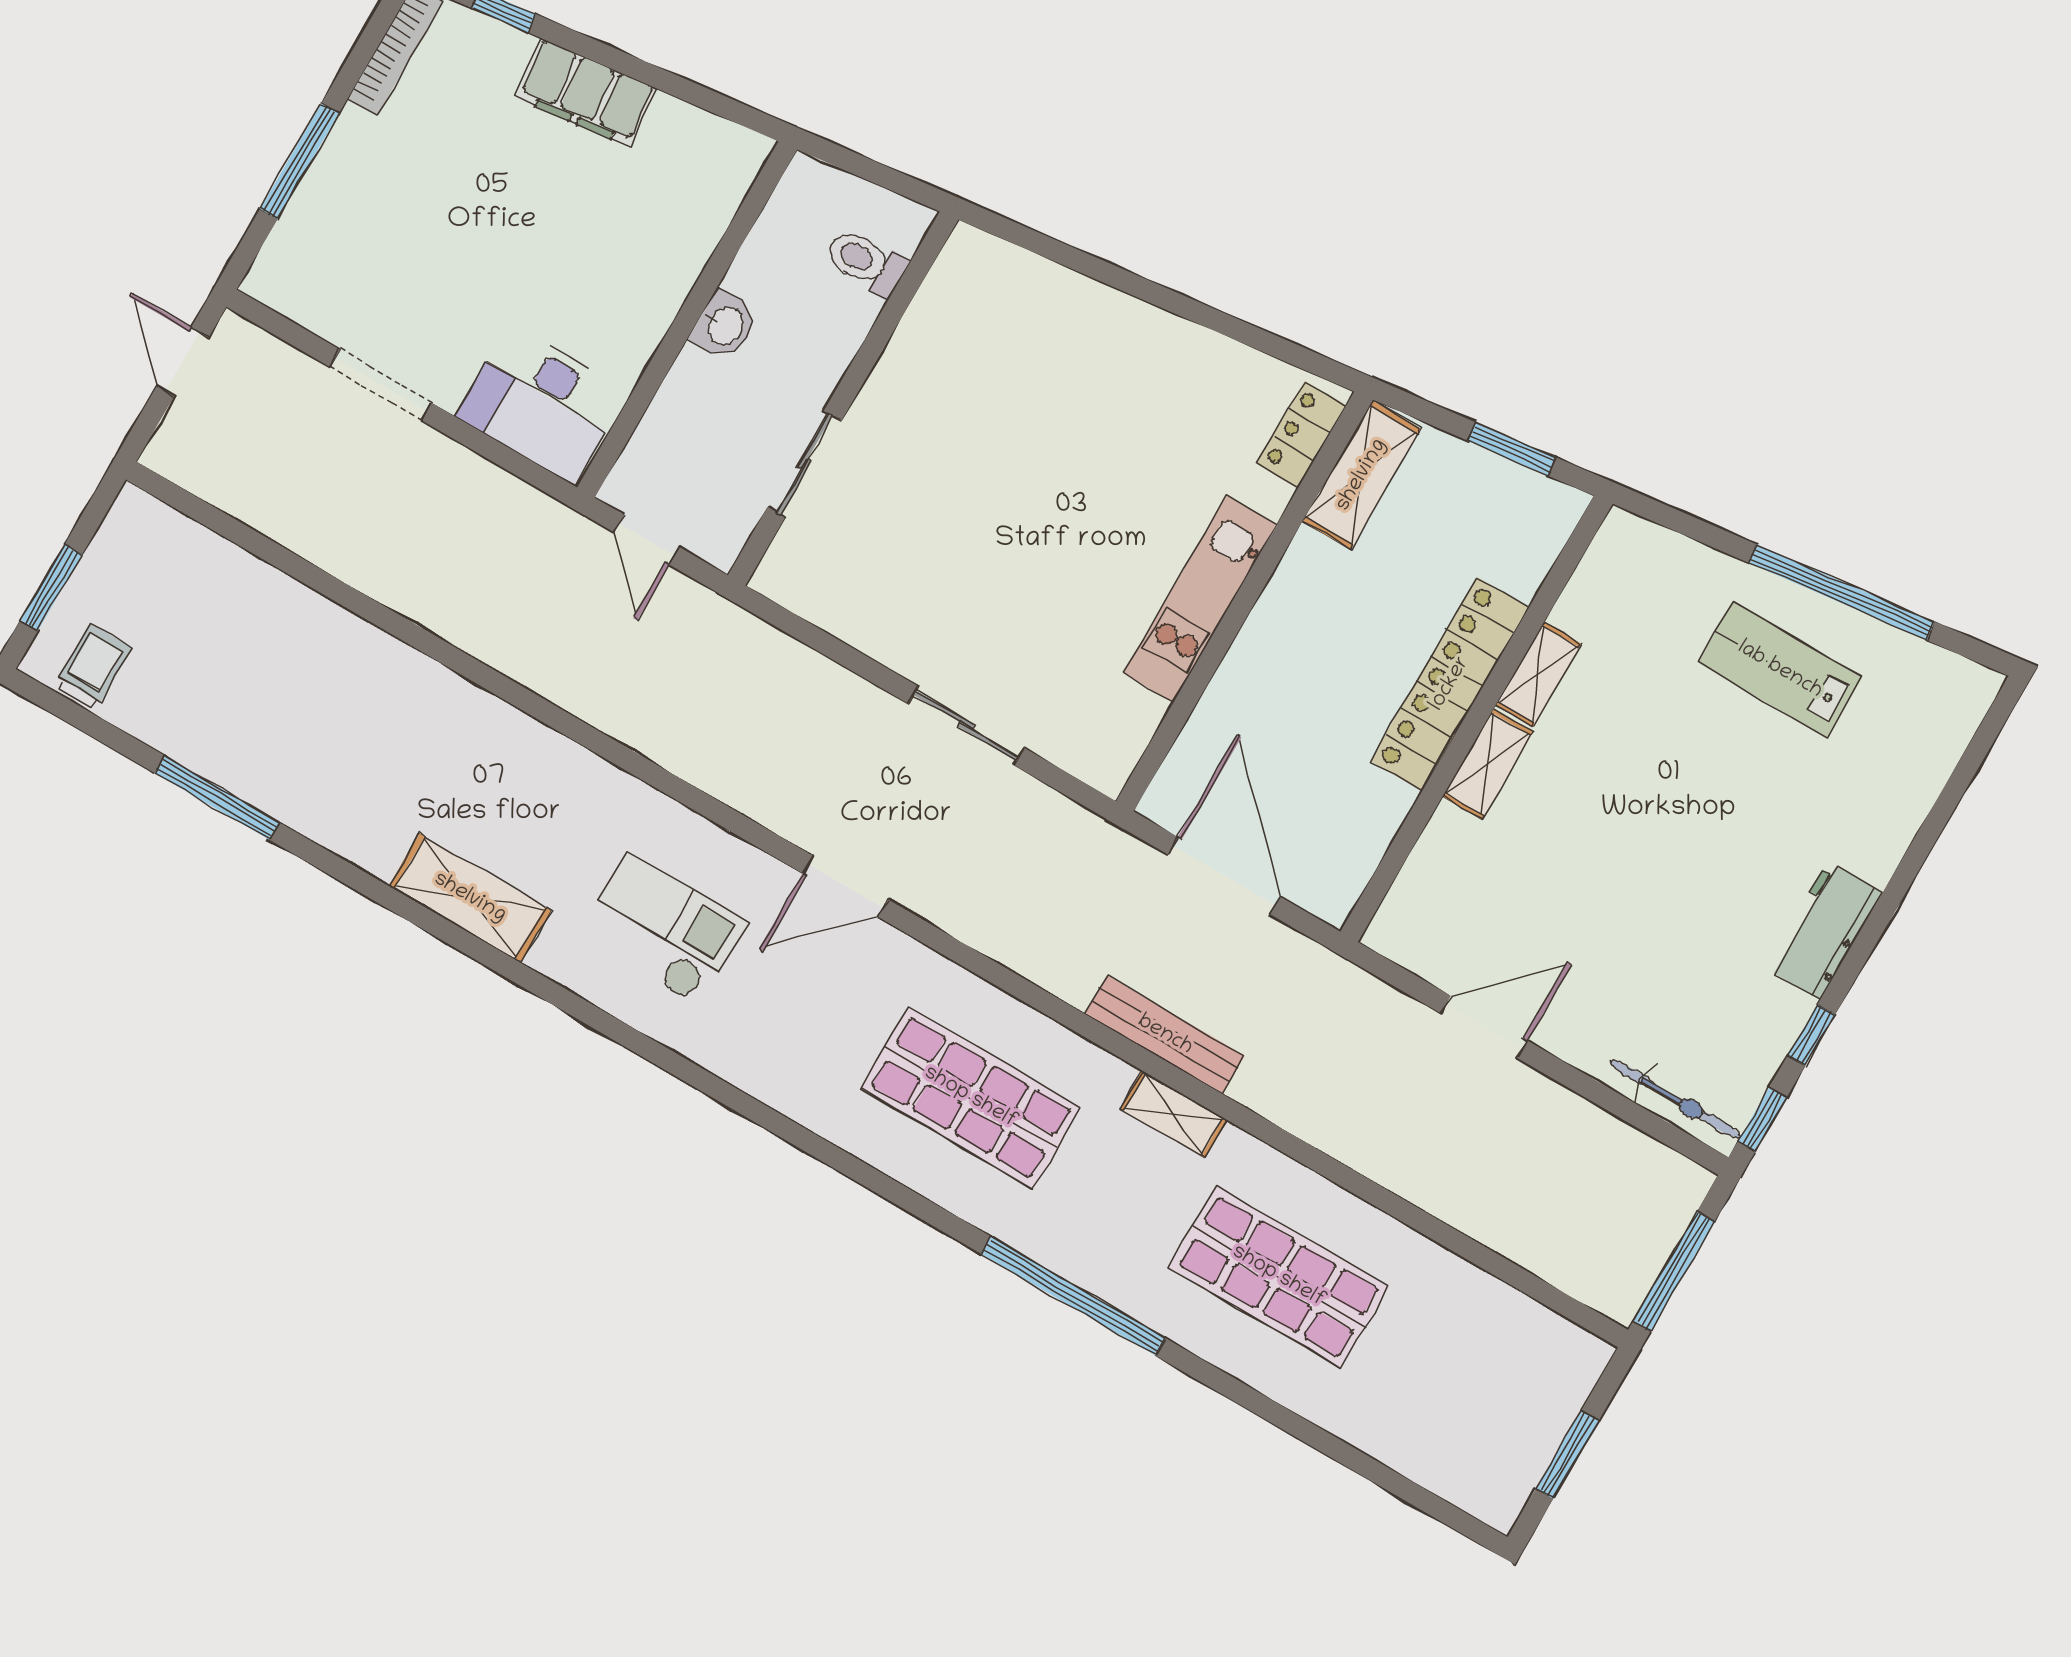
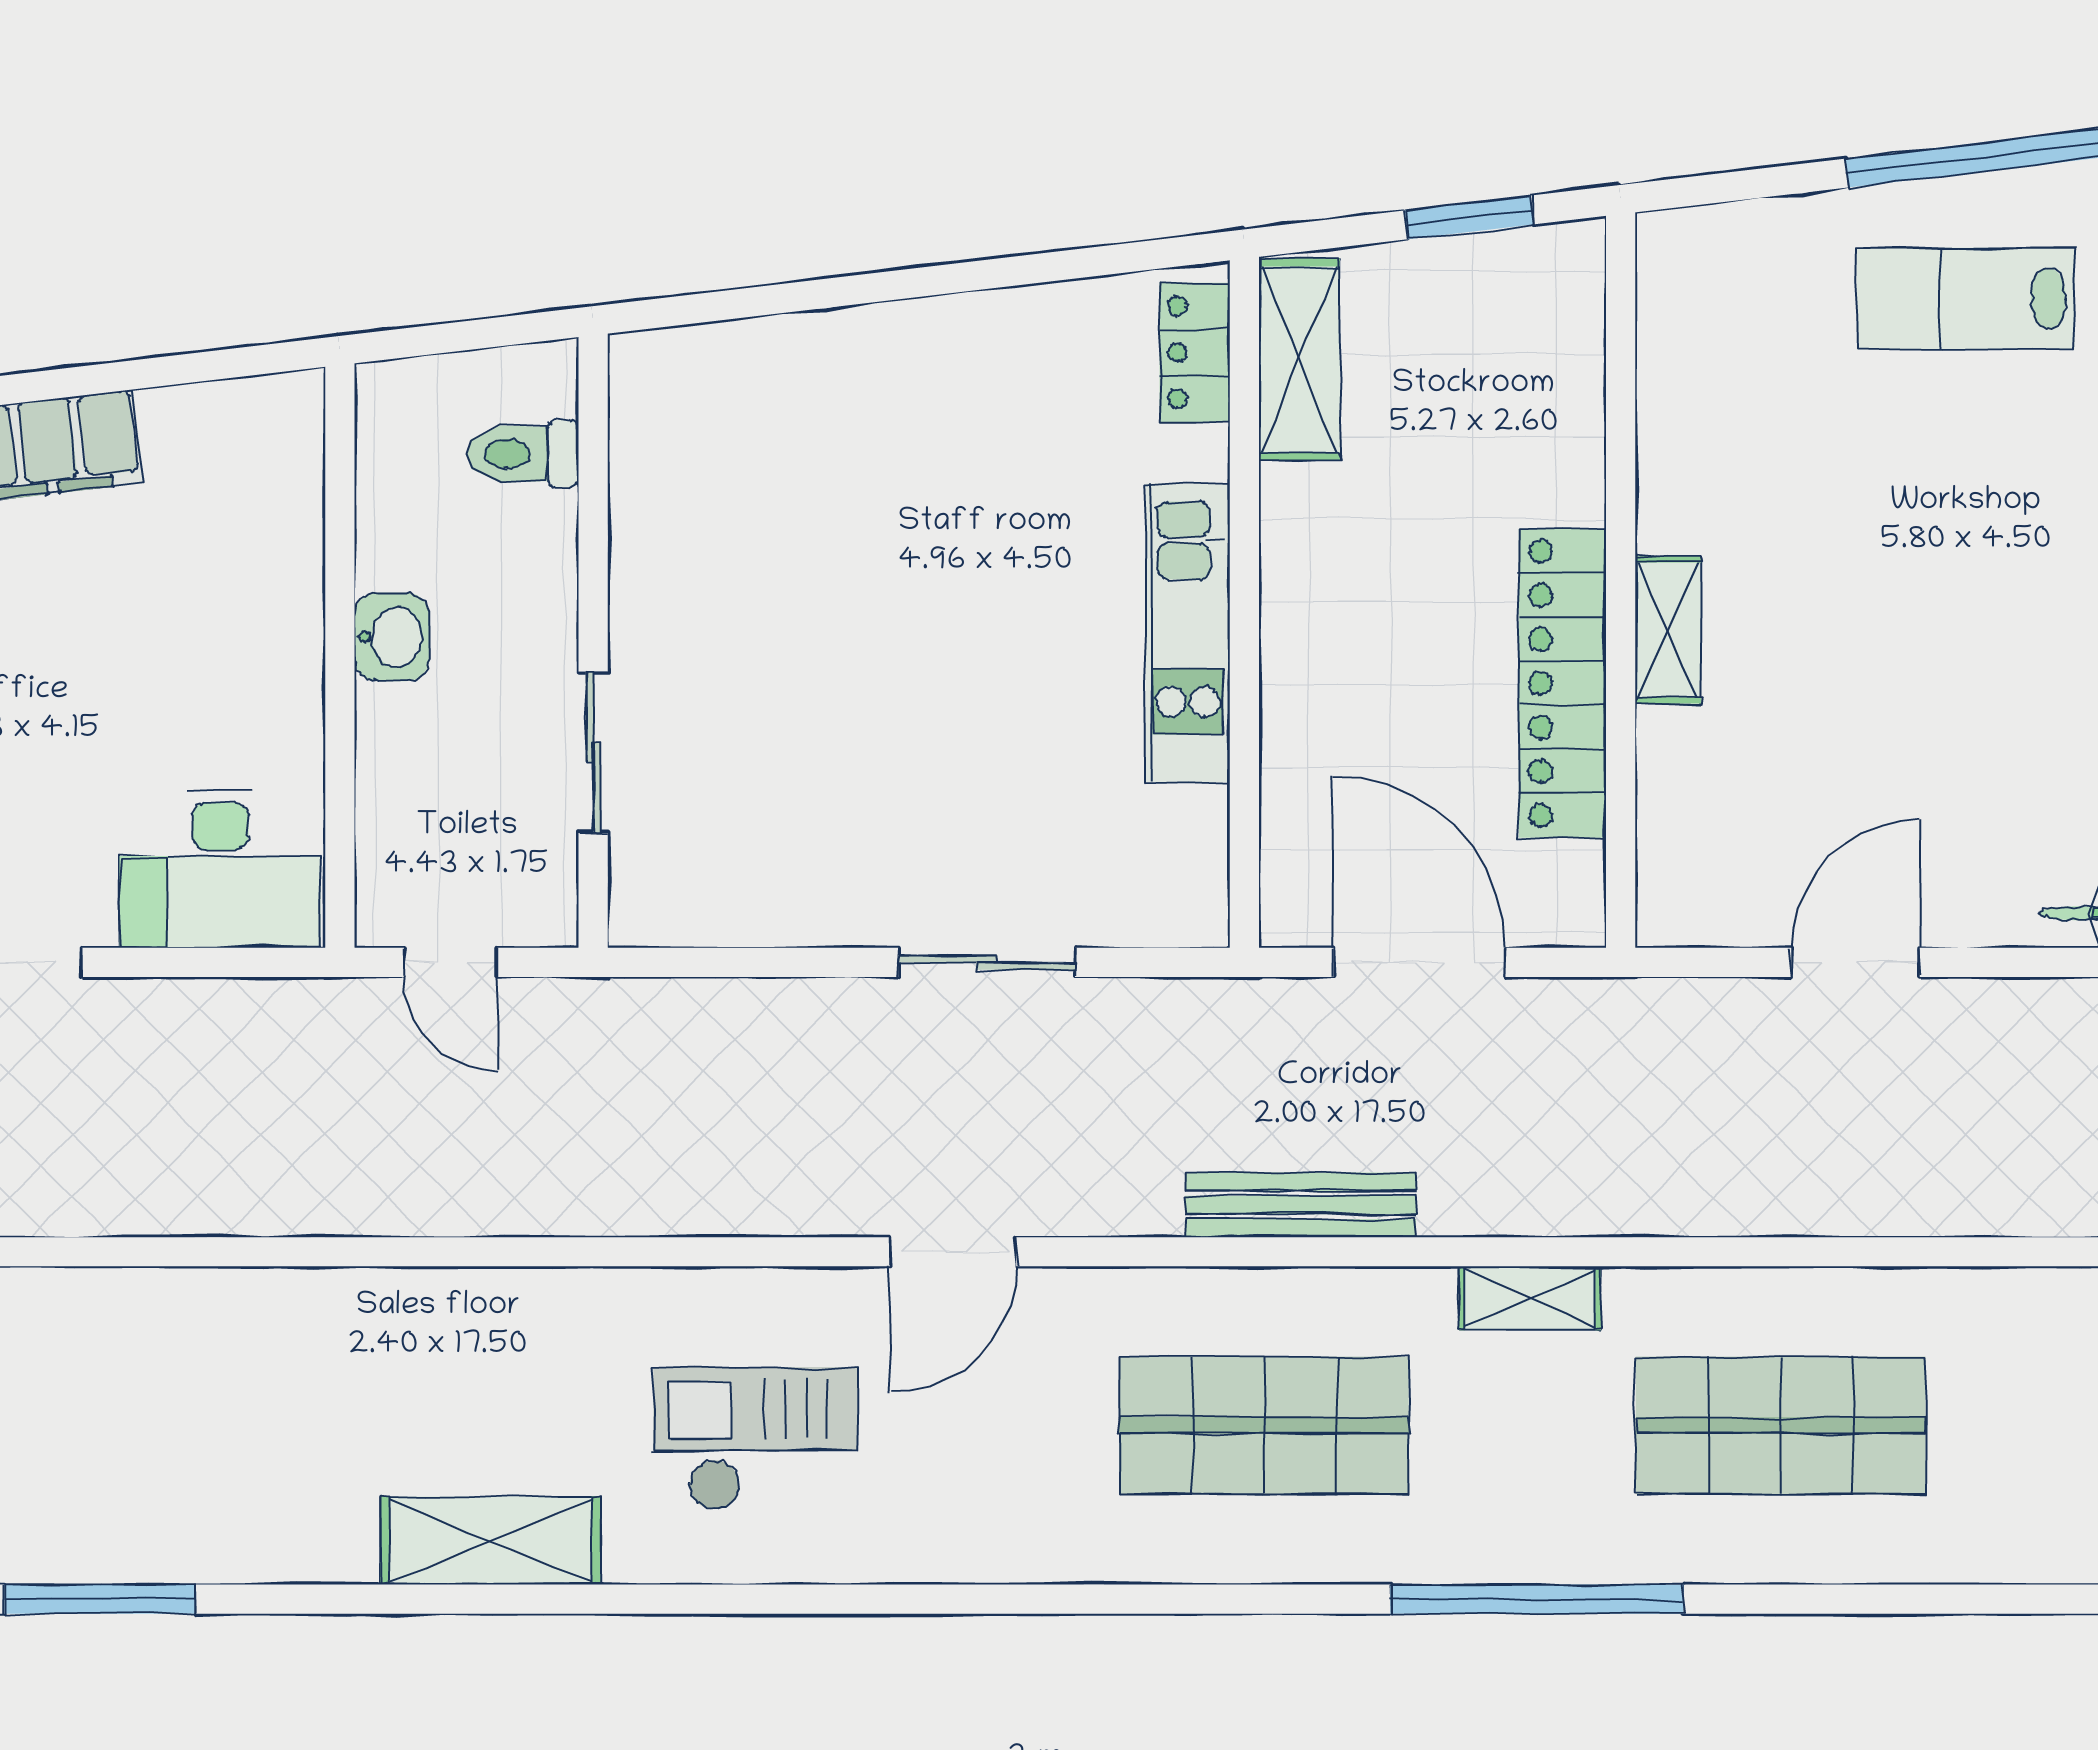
shelving: (1538, 675) -> (1666, 481), removed
locker: (1450, 684) -> (1563, 683), moved
bench: (1165, 1035) -> (1301, 1205), moved

